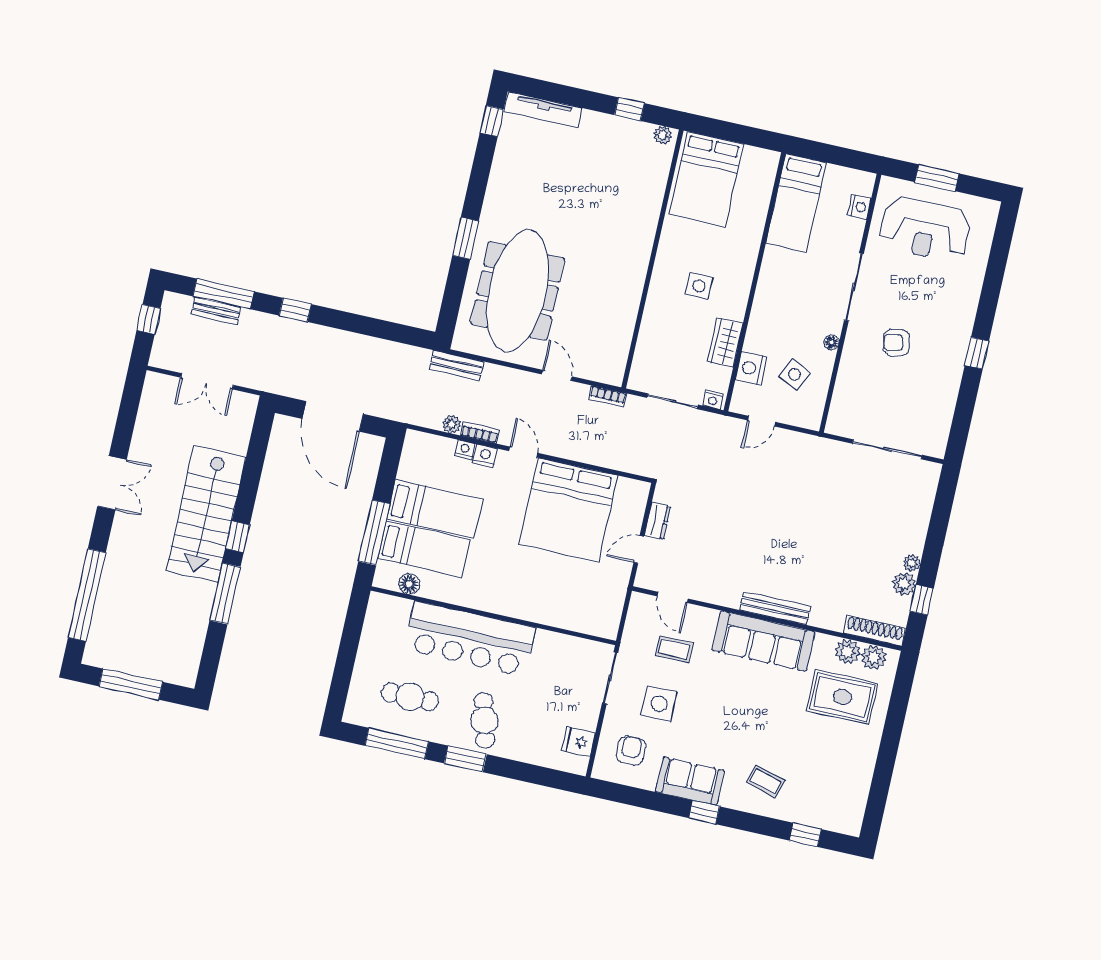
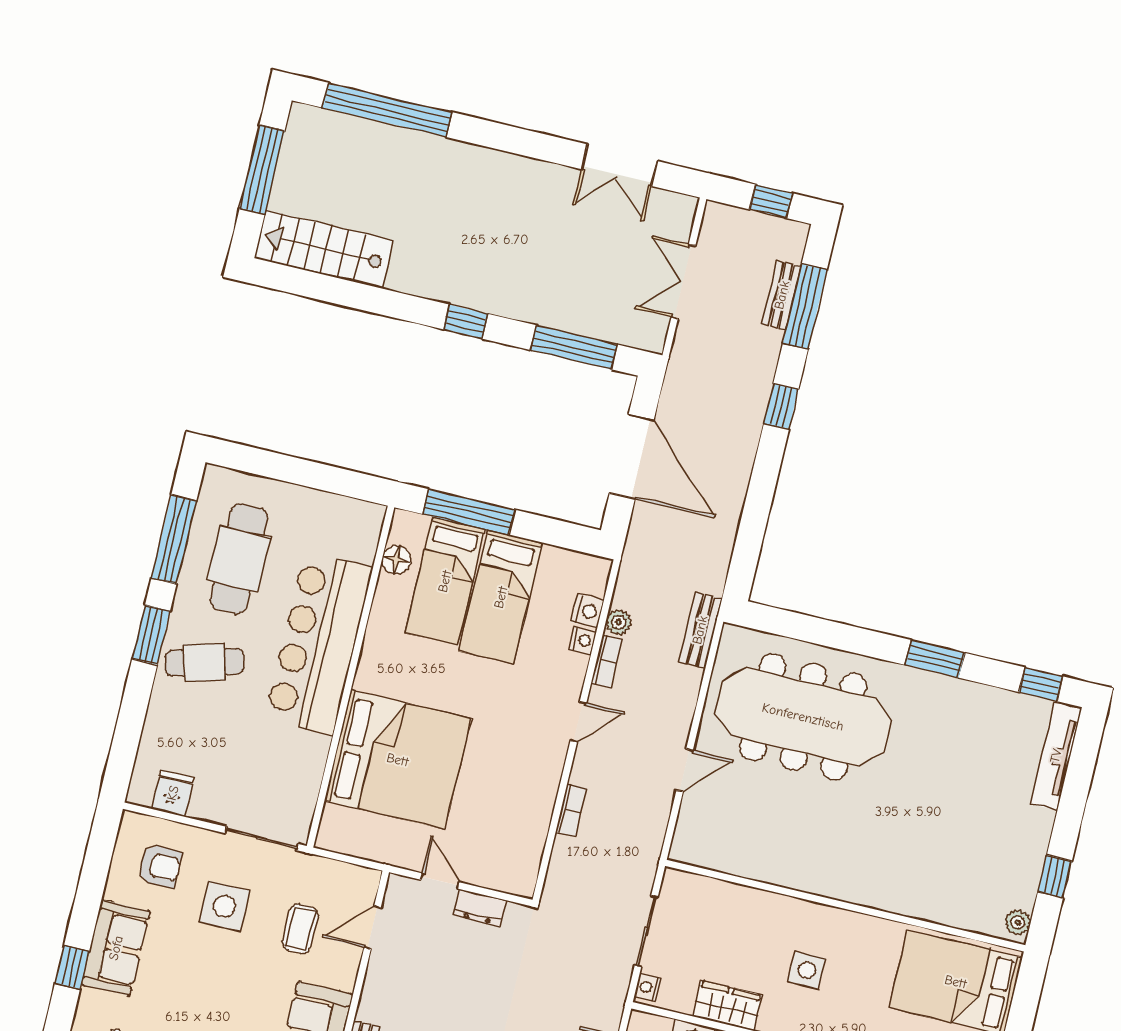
window: (466, 238) -> (935, 659), moved
bookcase: (608, 396) -> (571, 810), moved, turned 180
door: (333, 416) -> (632, 456), swing flipped
nightstand: (485, 456) -> (587, 611), moved
double door: (112, 483) -> (619, 165), moved
bed: (568, 510) -> (398, 760), moved, turned 180
stairs: (206, 514) -> (324, 249), moved, width x0.73, depth x0.66
window: (225, 594) -> (574, 347), moved
cafe table: (410, 697) -> (239, 559), width x1.37, depth x1.35

